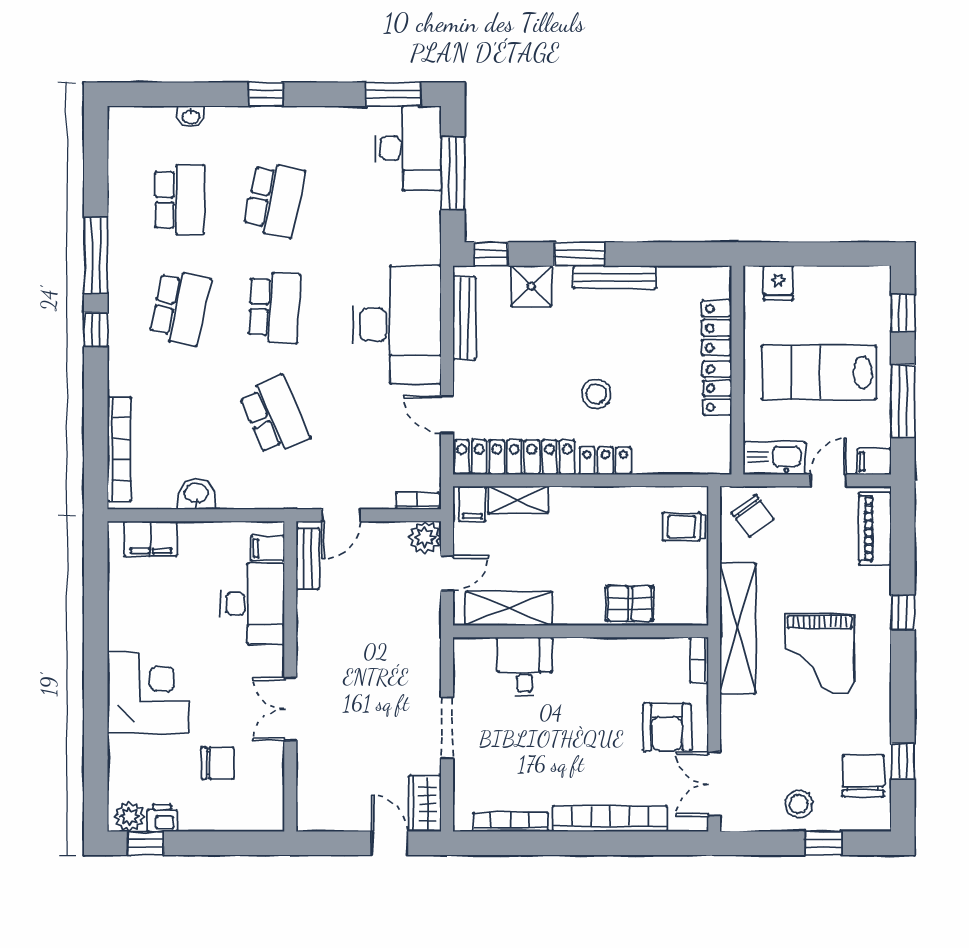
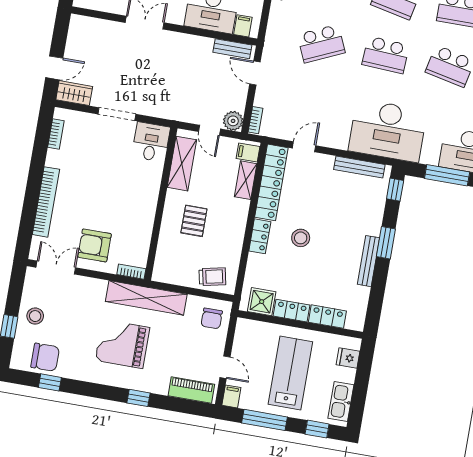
shower: (531, 286) -> (262, 302), moved
desk: (397, 325) -> (388, 131), moved
kitchen sink: (774, 458) -> (341, 402), moved, turned 180
chair: (753, 516) -> (212, 318), turned -53
trolley: (684, 527) -> (212, 277), turned 78
pallet: (630, 604) -> (194, 221), moved
desk: (525, 667) -> (151, 142), moved, turned -90
bookcase: (510, 822) -> (56, 134), width x0.64

